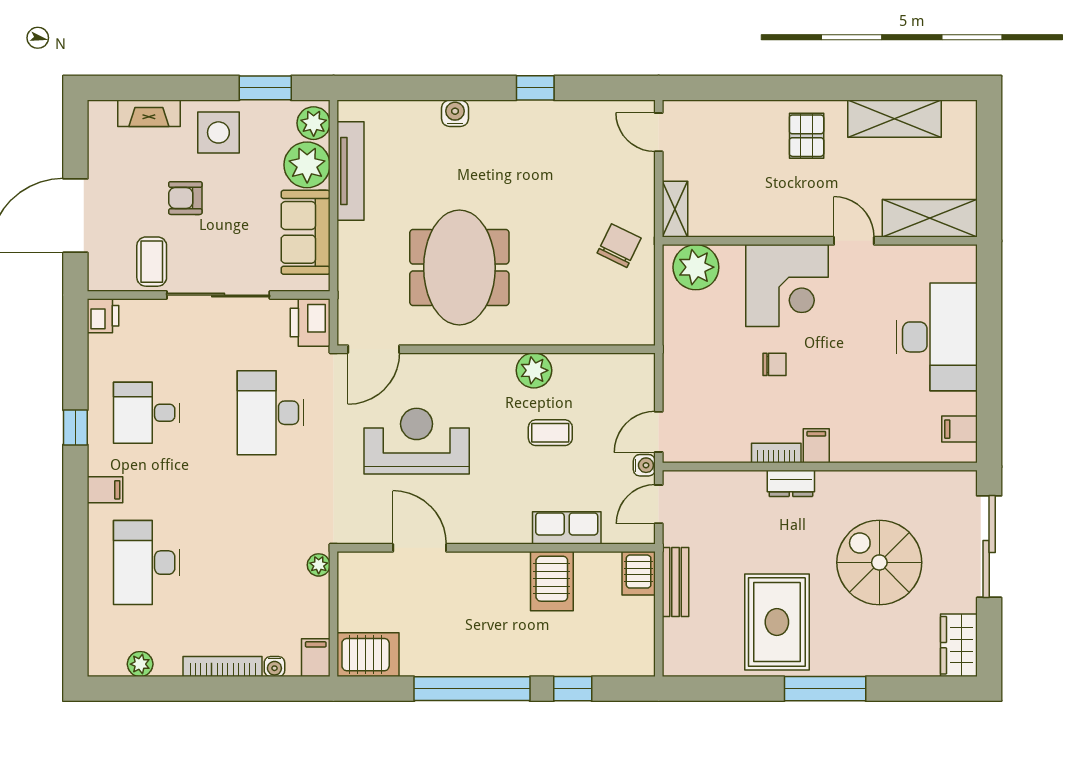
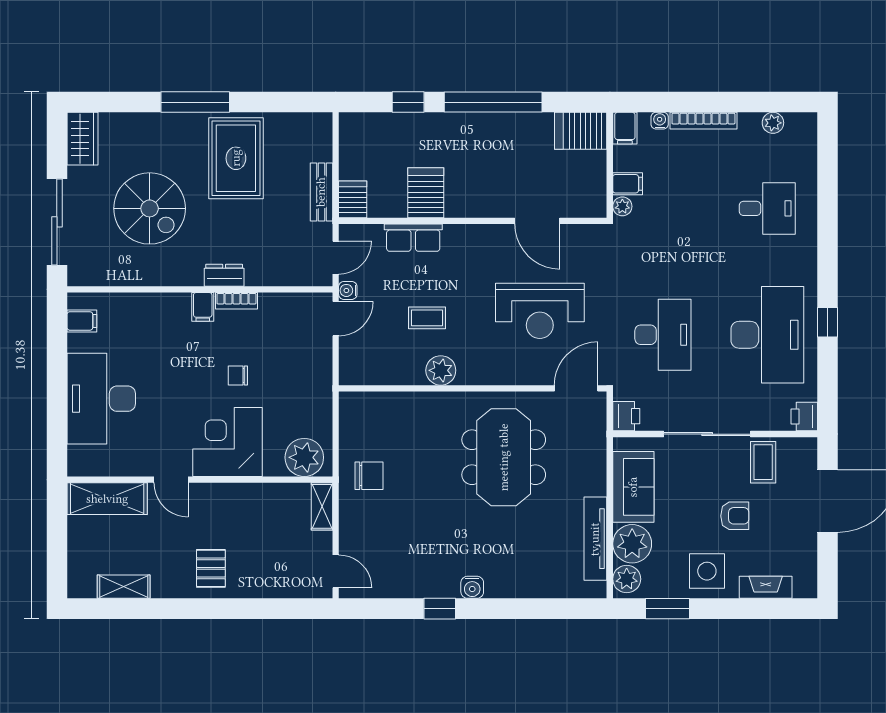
water cooler: (455, 113) -> (472, 587), moved
shelving: (894, 119) -> (124, 587), width x0.67, depth x0.75
chair: (619, 246) -> (369, 476), turned -116
printer: (310, 323) -> (626, 416), width x0.73, depth x0.81
desk: (147, 413) -> (767, 335), width x1.87, depth x1.30
filing cabinet: (105, 490) -> (628, 184), moved, turned 180
desk: (147, 563) -> (767, 208), width x0.73

